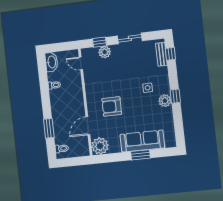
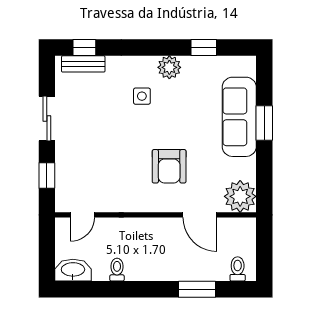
plant: (105, 52) -> (66, 168), removed
window: (175, 96) -> (204, 48), moved

